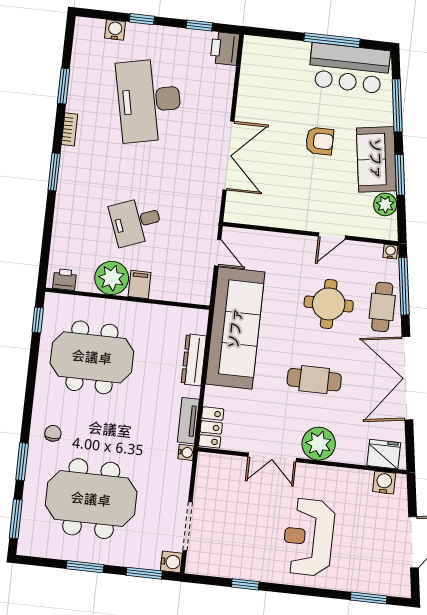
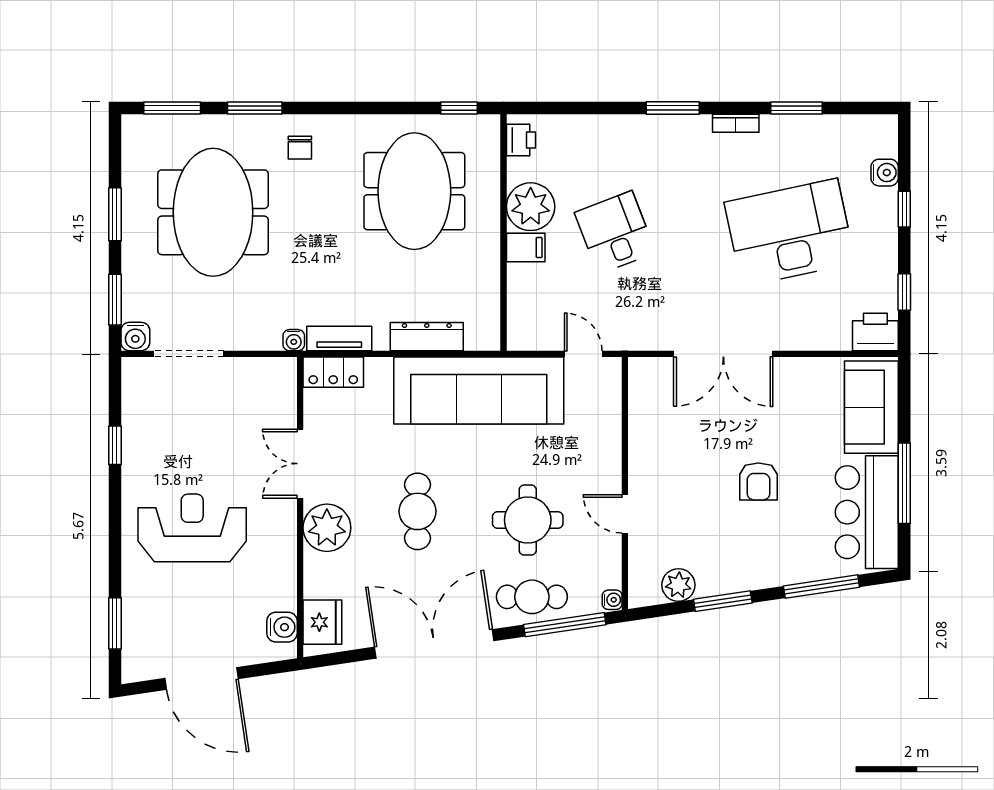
sofa: (376, 159) -> (871, 407), moved, turned -82
door: (218, 253) -> (583, 354), swing flipped
chair: (53, 433) -> (300, 148), turned 89

